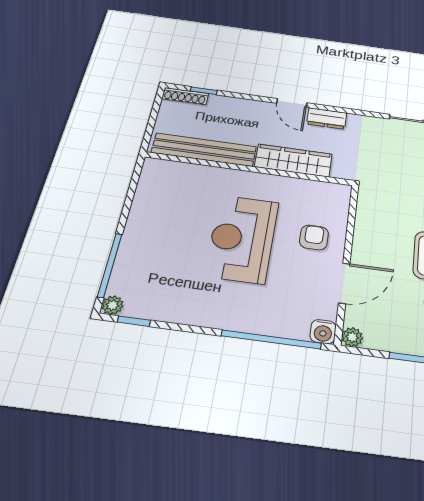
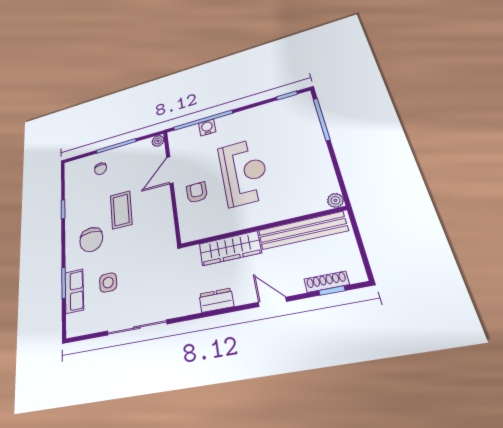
shoe rack: (185, 96) -> (326, 282), moved
door: (292, 103) -> (272, 302), moved
armchair: (314, 237) -> (197, 192), turned 180
plant: (113, 305) -> (335, 200), moved
water cooler: (323, 332) -> (207, 128), moved

